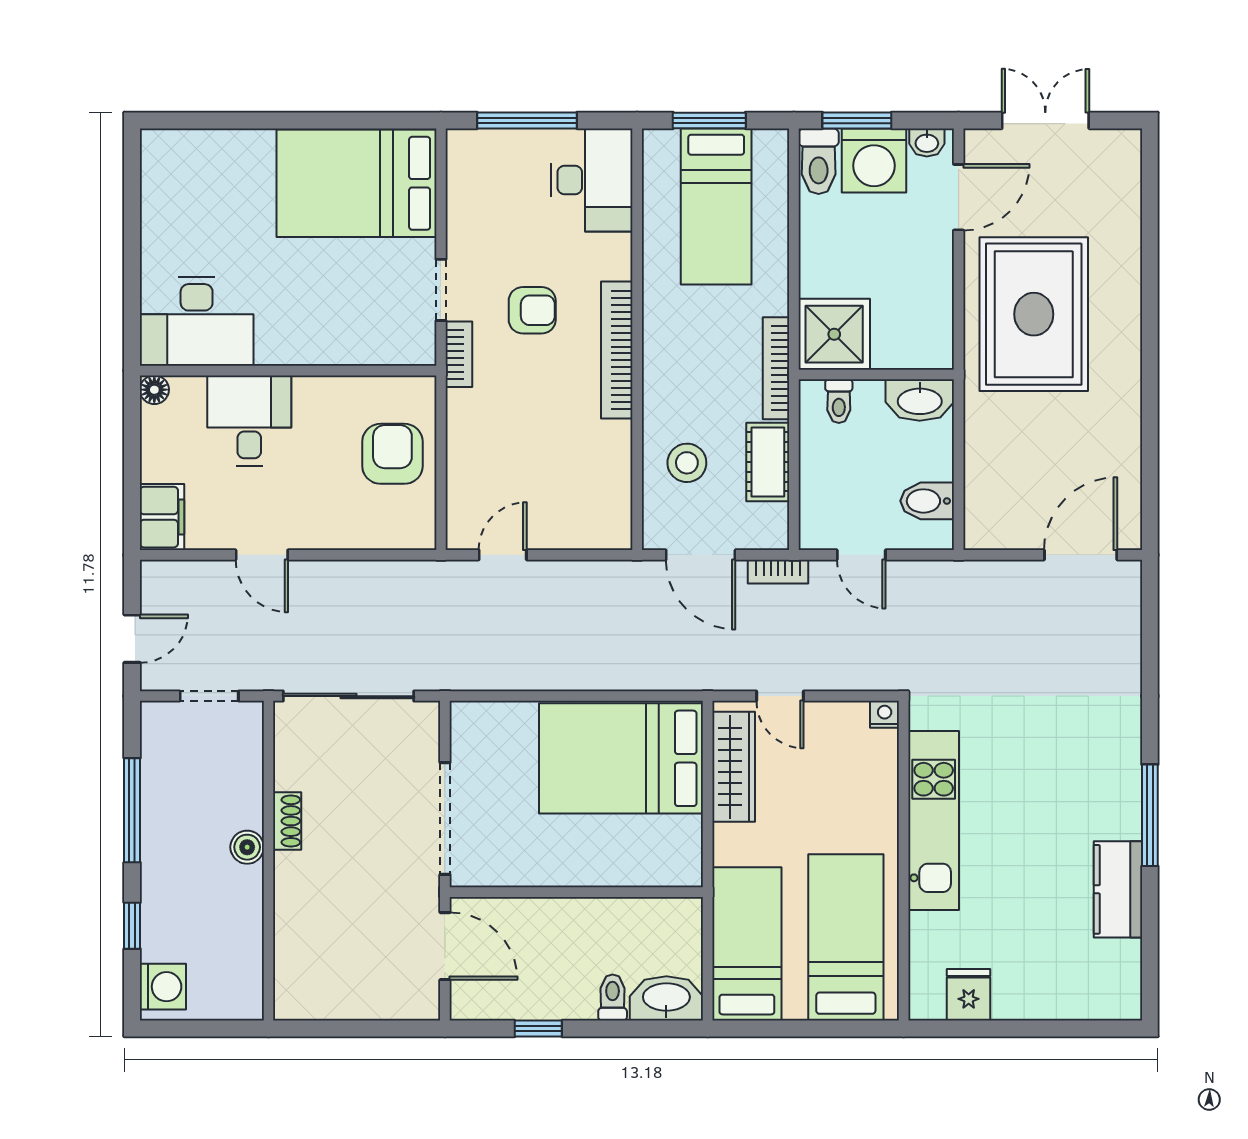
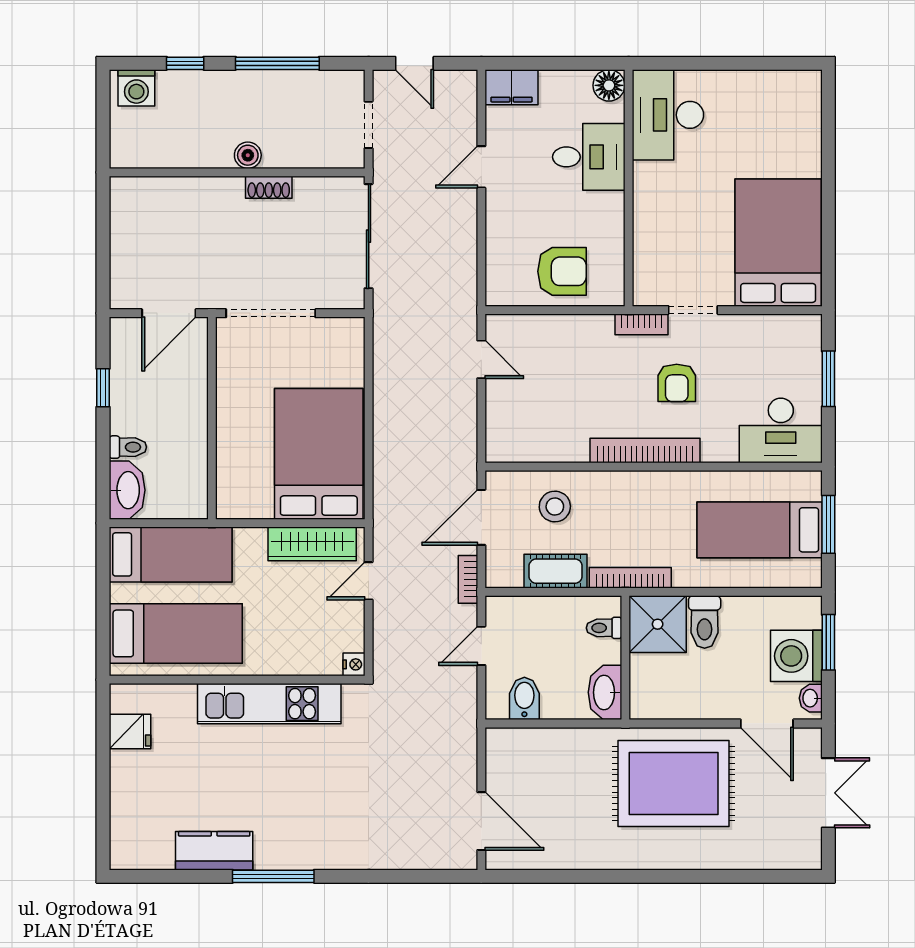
window: (527, 120) -> (828, 379), width x0.69
toilet: (819, 161) -> (705, 622), moved, turned -90
floor lamp: (154, 390) -> (609, 85), width x1.37, depth x1.37

